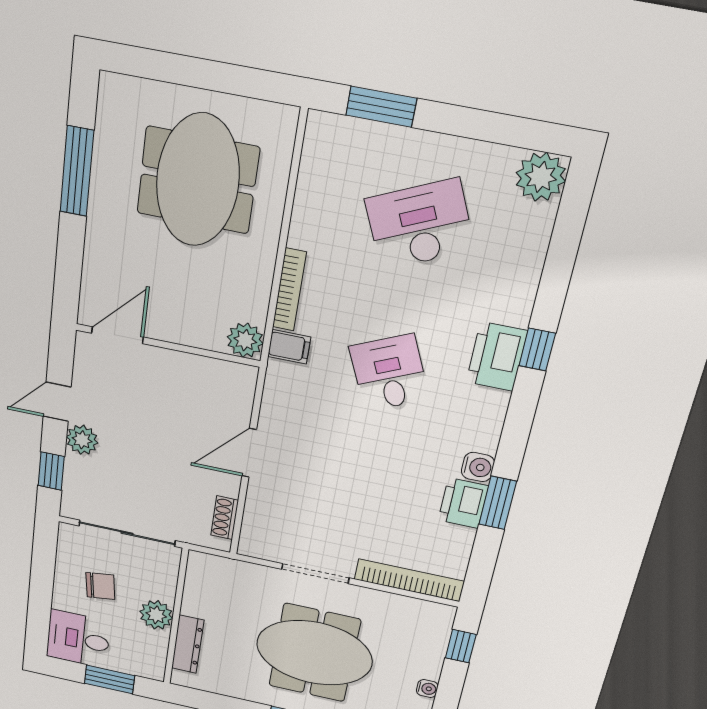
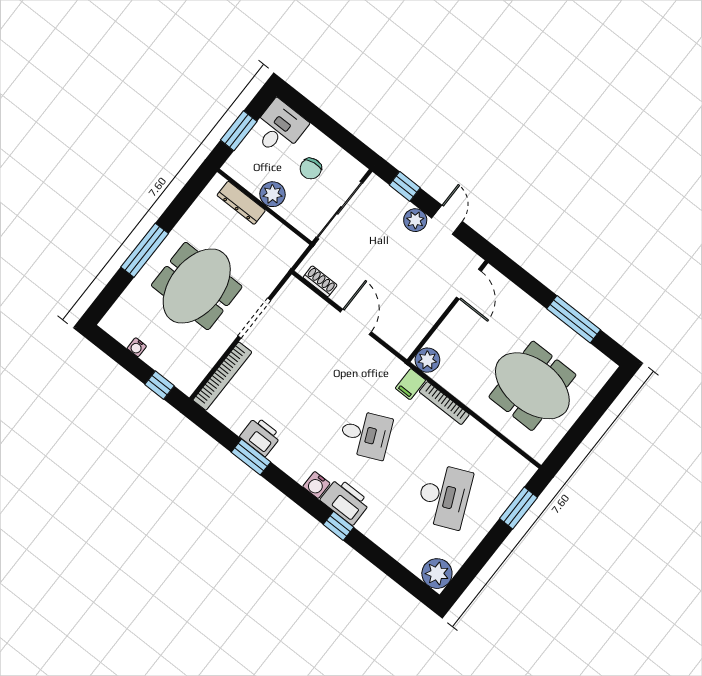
water cooler: (478, 467) -> (316, 485), moved

